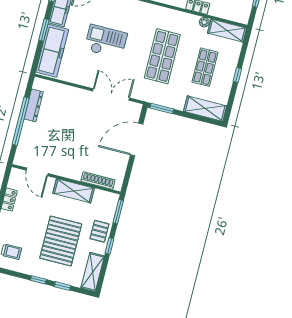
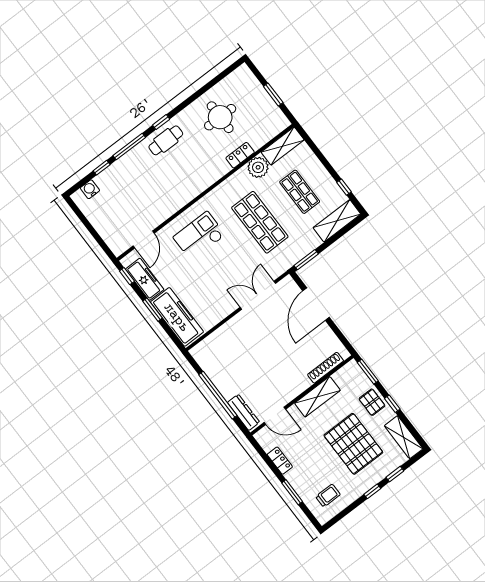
plant: (204, 22) -> (258, 167), width x1.88, depth x1.88
checkout: (106, 42) -> (199, 236), moved
window: (237, 75) -> (344, 187), moved
dresser: (34, 105) -> (243, 412), moved

